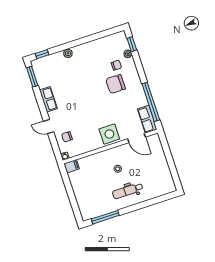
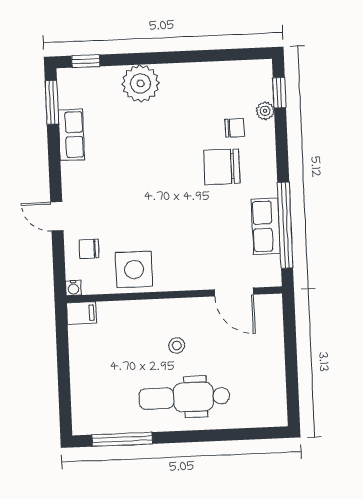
plant: (68, 53) -> (141, 83), width x1.88, depth x1.88
row of seats: (48, 99) -> (71, 135), moved
row of seats: (147, 119) -> (266, 226), moved
side table: (109, 134) -> (134, 270), moved
dental chair: (128, 191) -> (184, 397), width x1.36, depth x1.38

